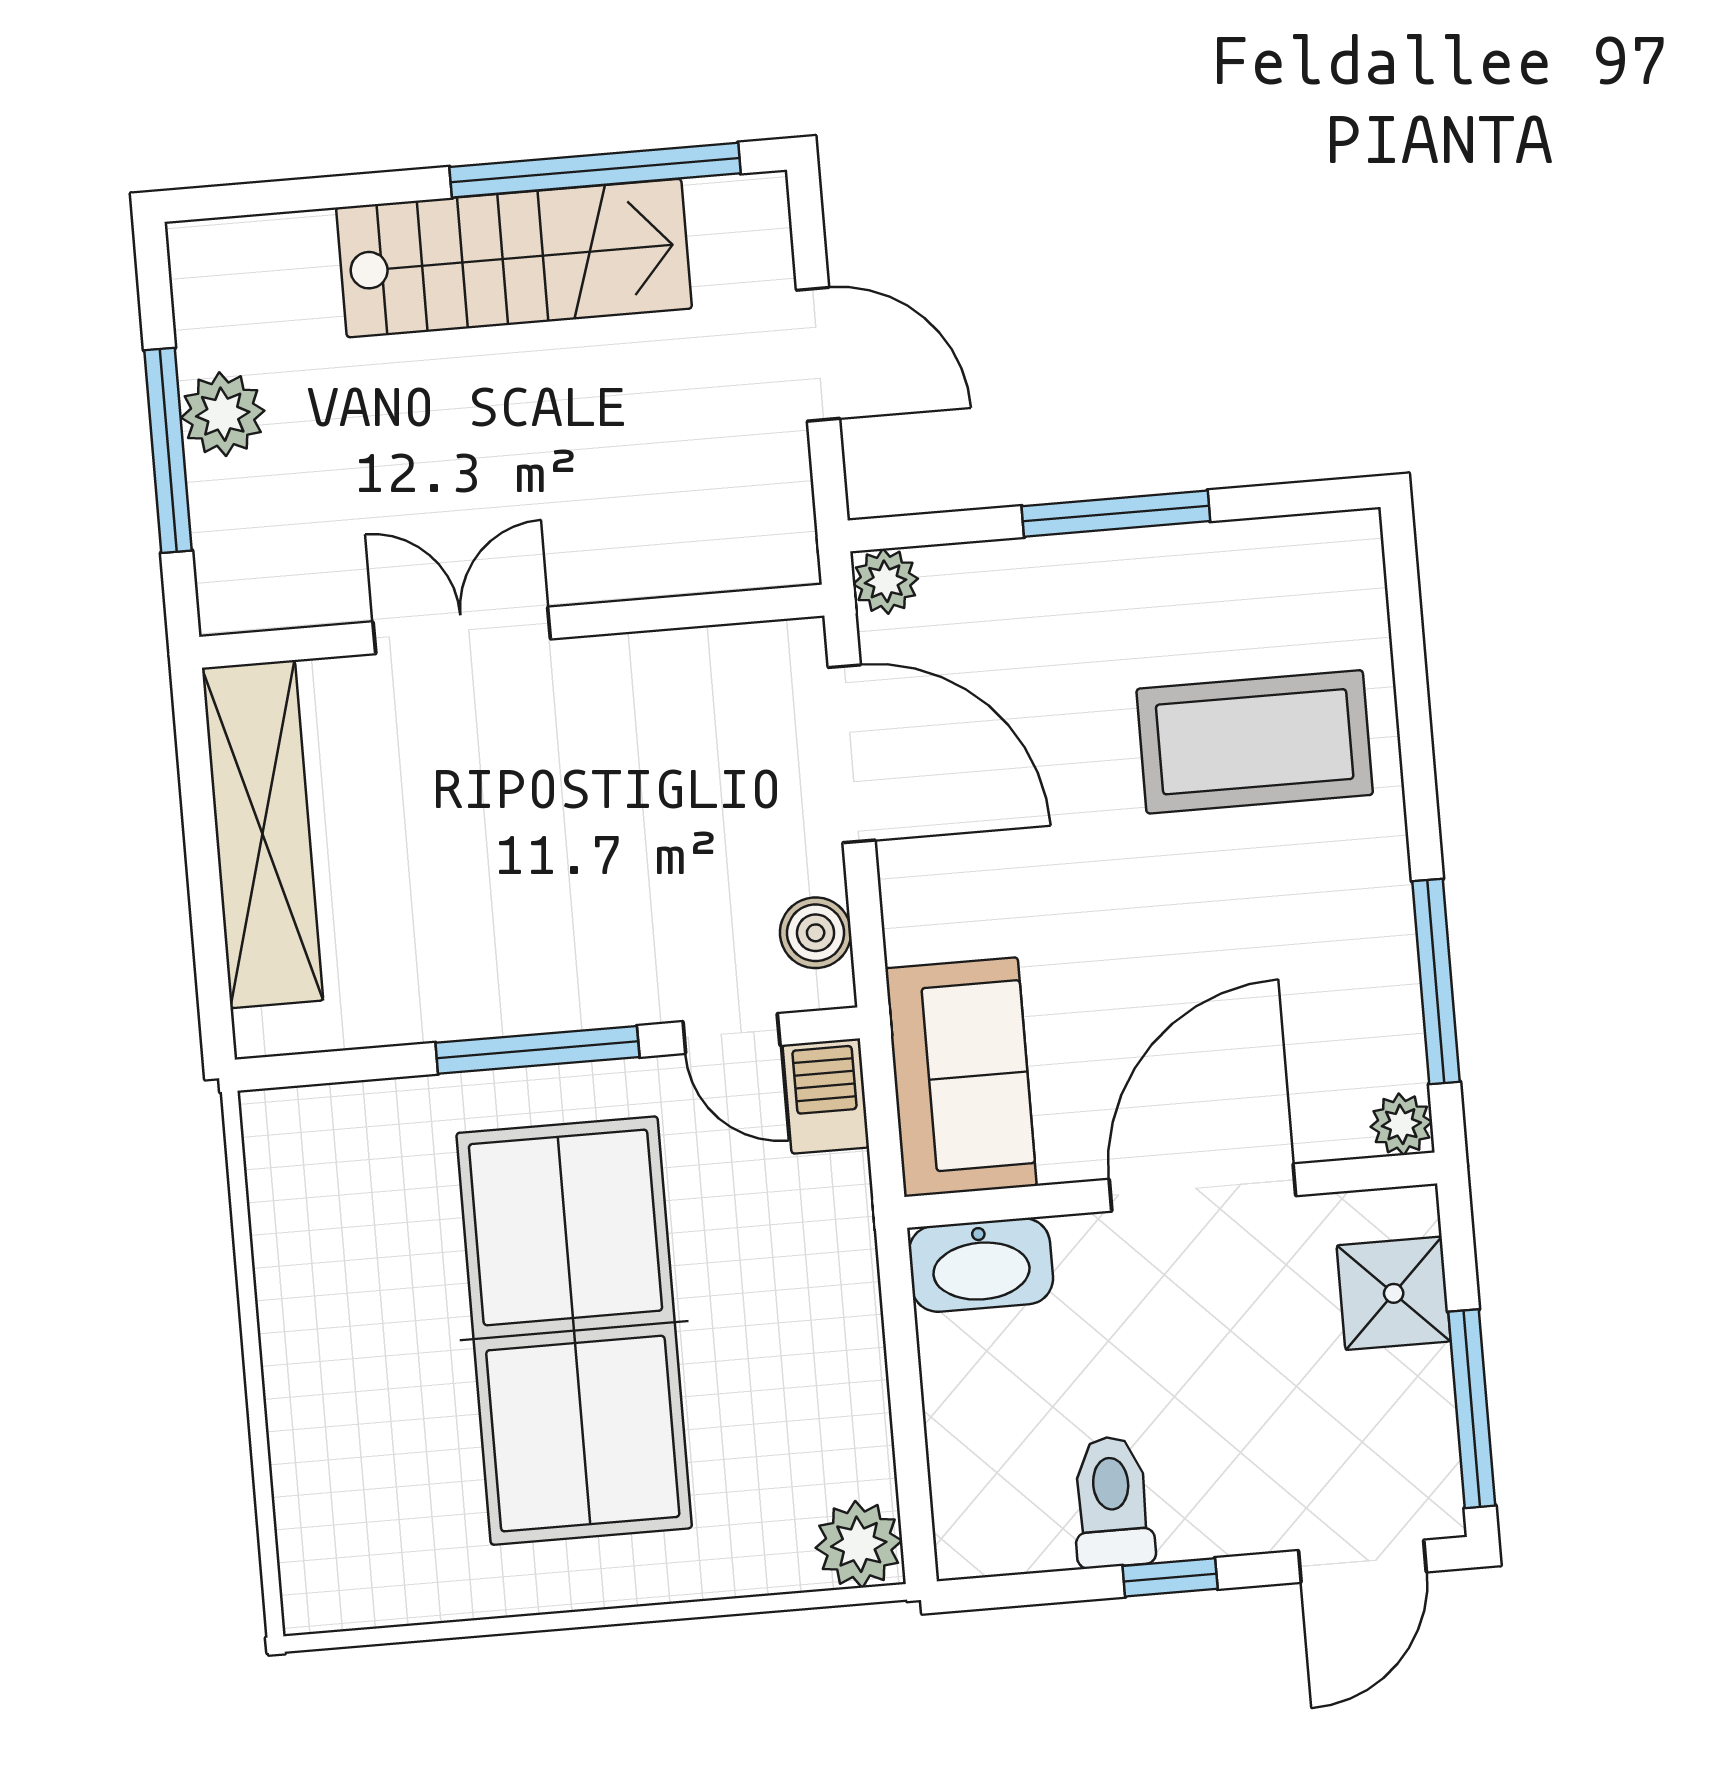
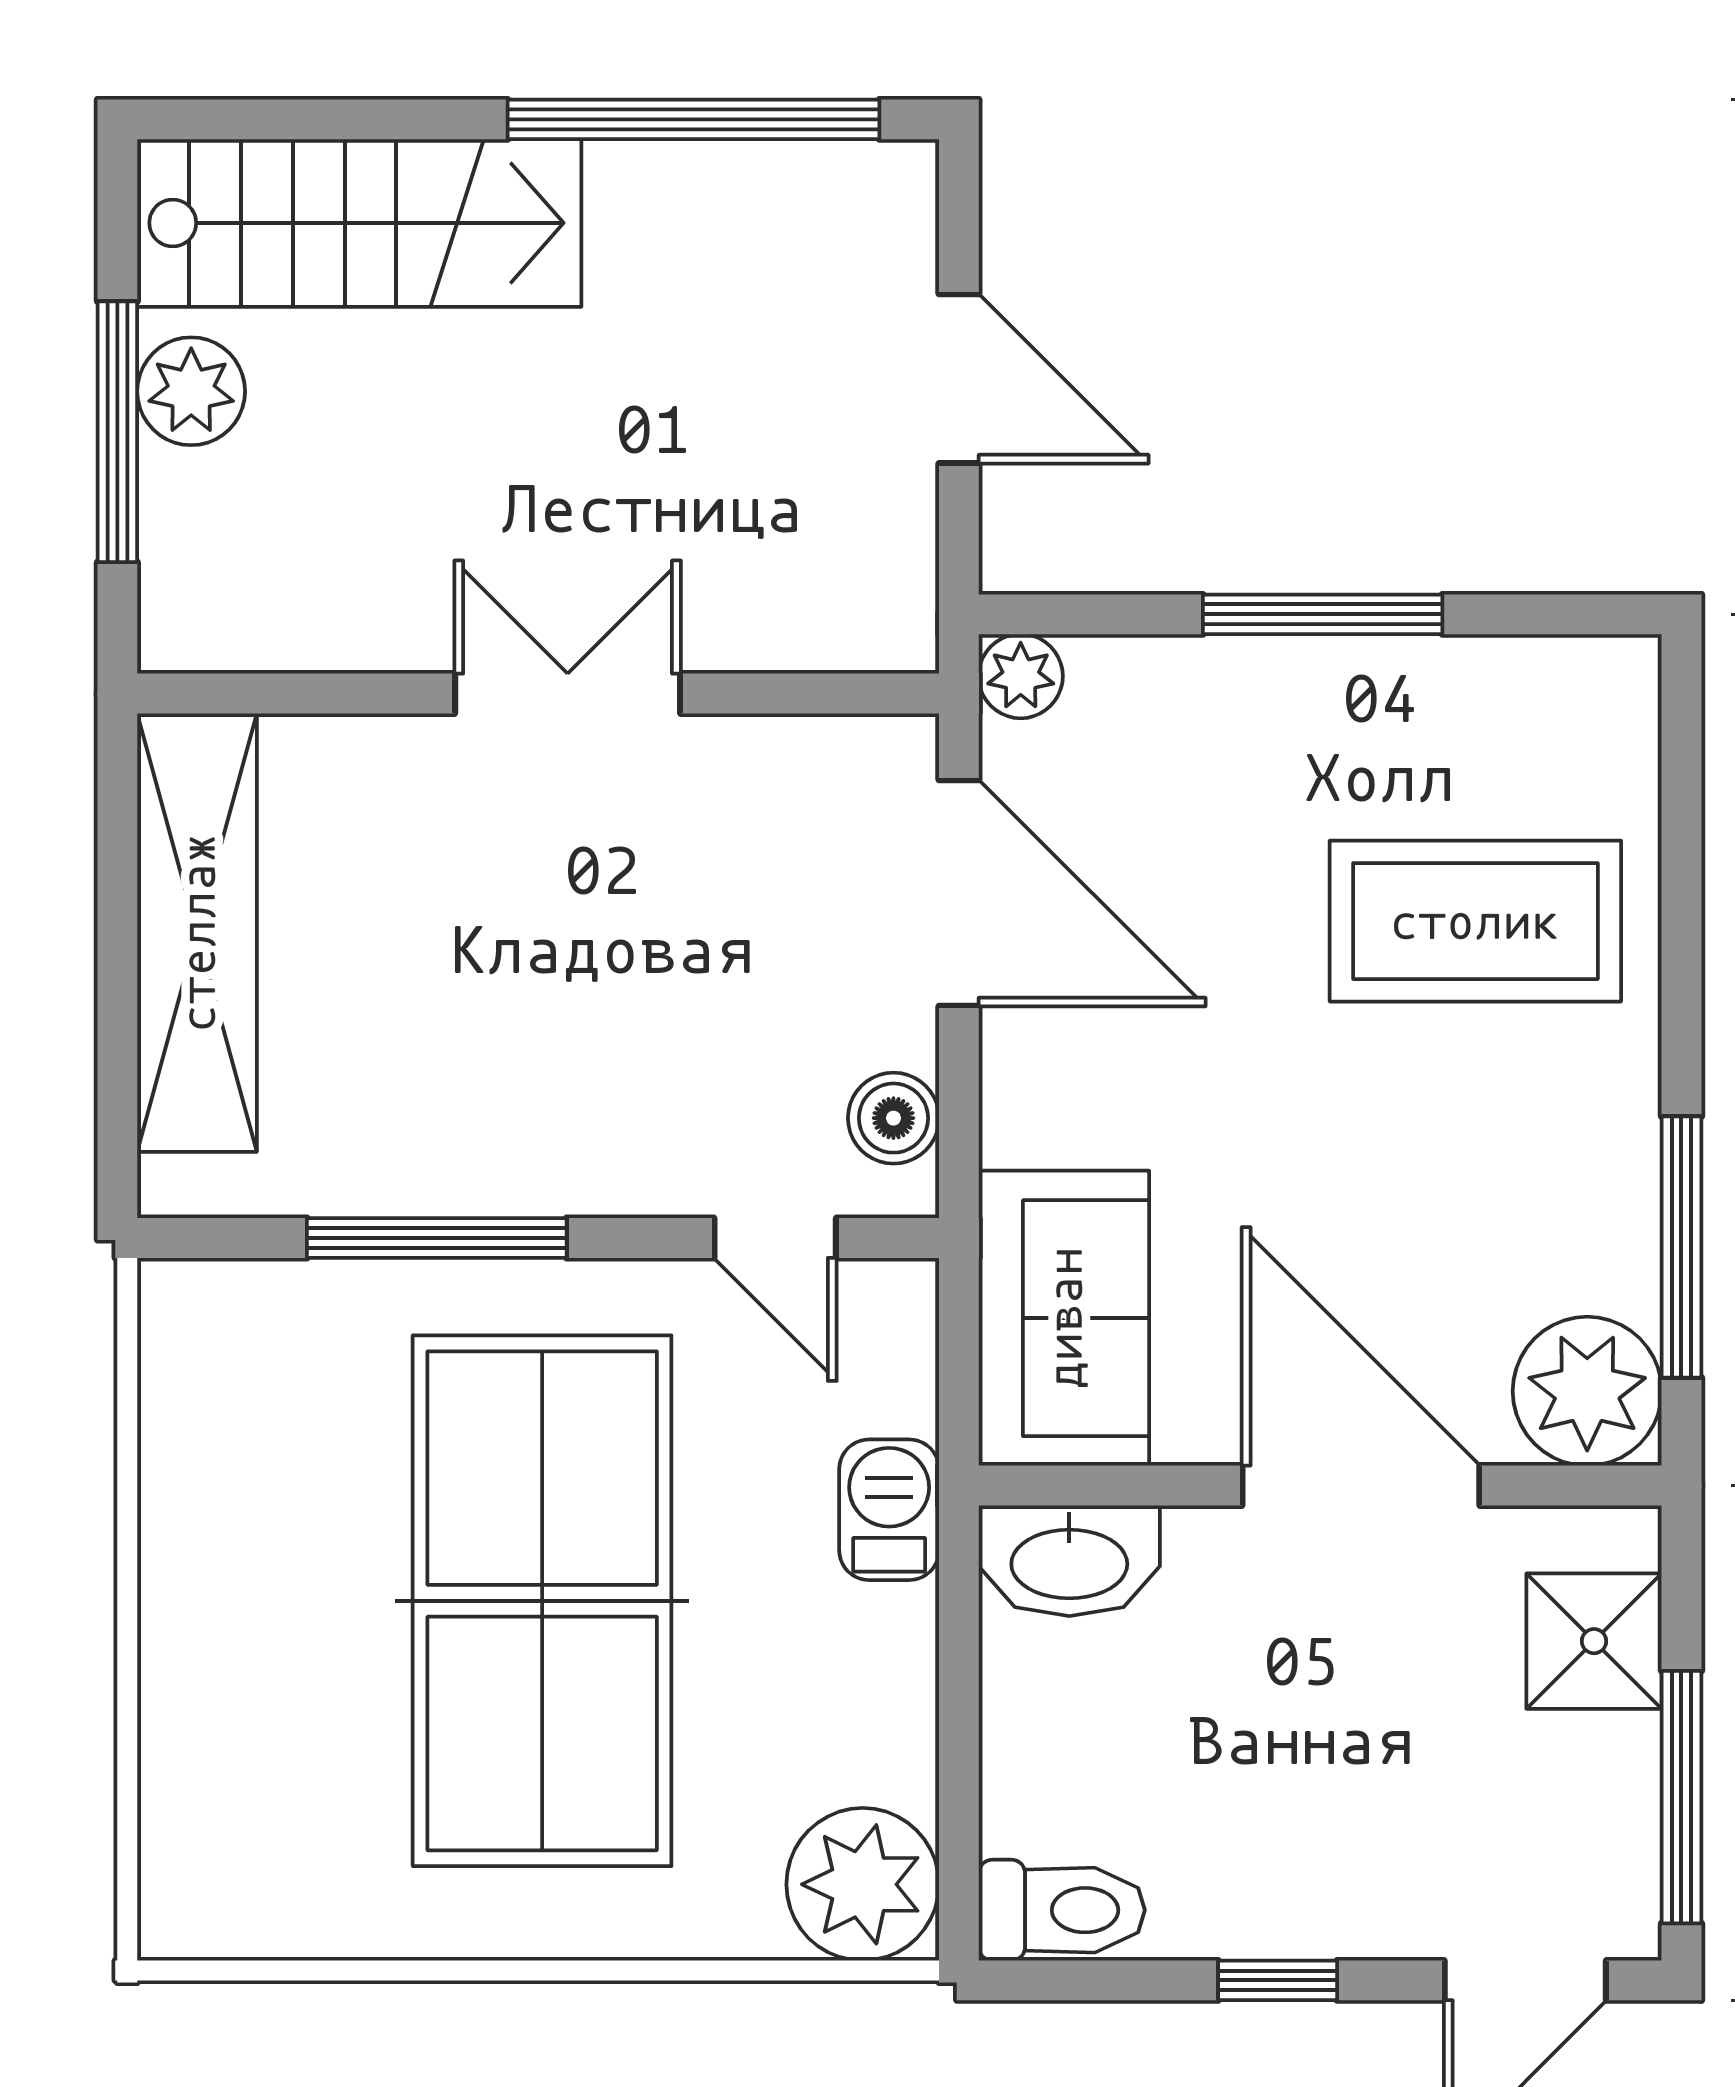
stairs: (514, 258) -> (359, 223), moved
double door: (462, 630) -> (568, 694), moved
window: (537, 1050) -> (437, 1238), moved
barbecue: (826, 1096) -> (889, 1510), moved
plant: (1401, 1124) -> (1587, 1391), width x1.87, depth x1.87
door: (1203, 1188) -> (1361, 1485), hinge flipped
toilet: (1112, 1502) -> (1062, 1910), moved, turned 90
plant: (859, 1544) -> (863, 1884), width x1.36, depth x1.36

